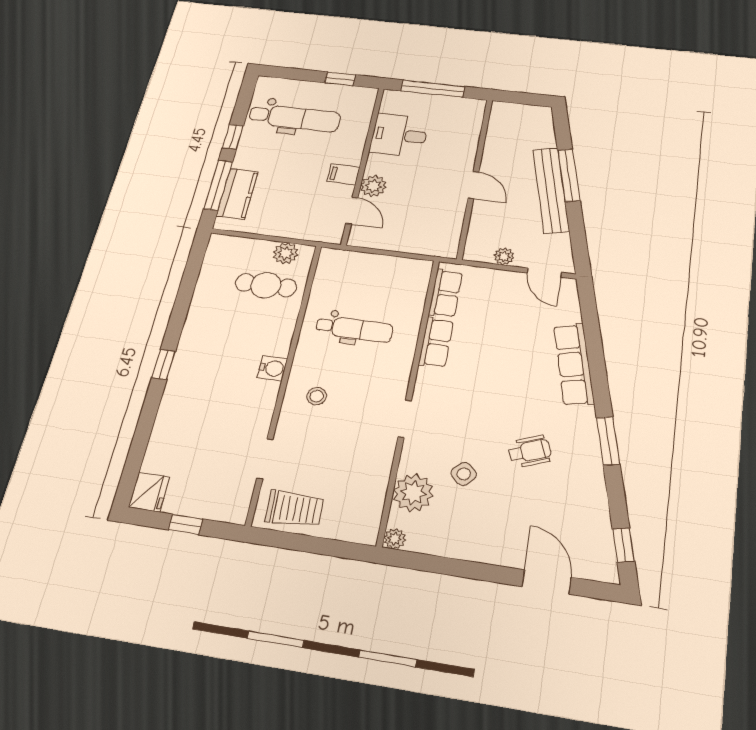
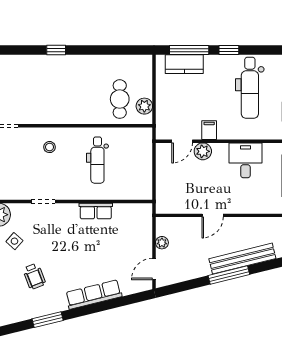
bench: (551, 190) -> (242, 259), moved
row of seats: (446, 293) -> (130, 211), removed
water cooler: (272, 368) -> (64, 117), removed

